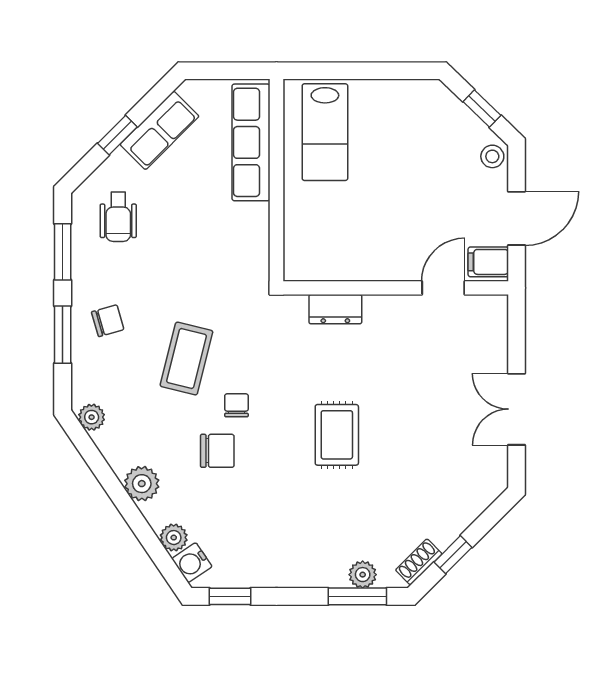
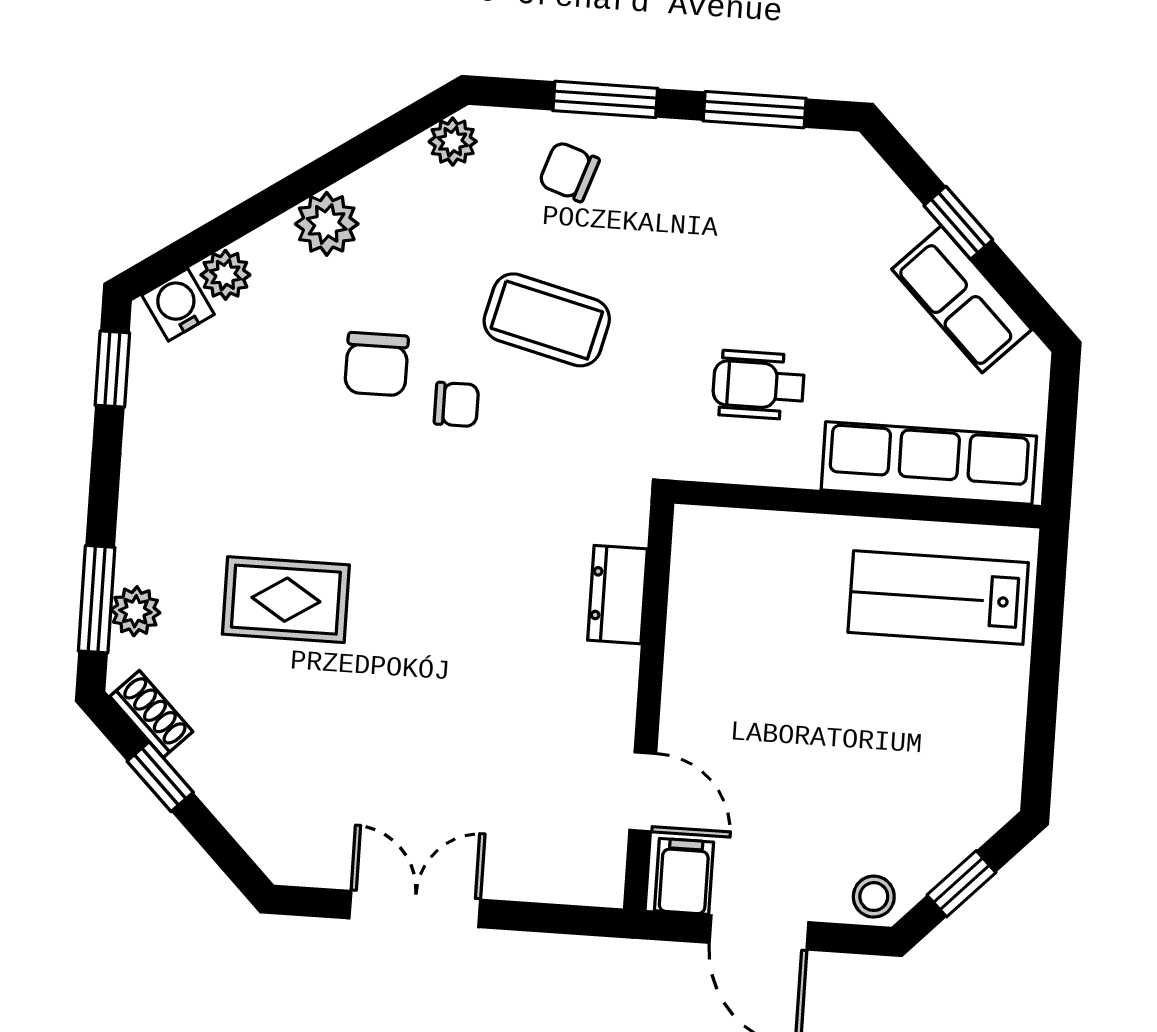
wheelchair: (118, 217) -> (758, 385), moved
chair: (108, 321) -> (569, 172), moved, turned 125
rug: (337, 435) -> (286, 600), moved

